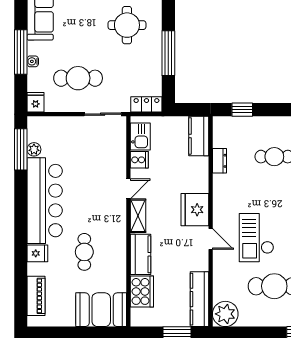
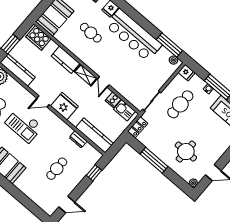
kitchen counter: (199, 136) -> (95, 135), width x1.50
plant: (34, 149) -> (173, 60), moved
checkout: (256, 238) -> (24, 125), turned 180
cooker: (142, 291) -> (38, 38), moved

